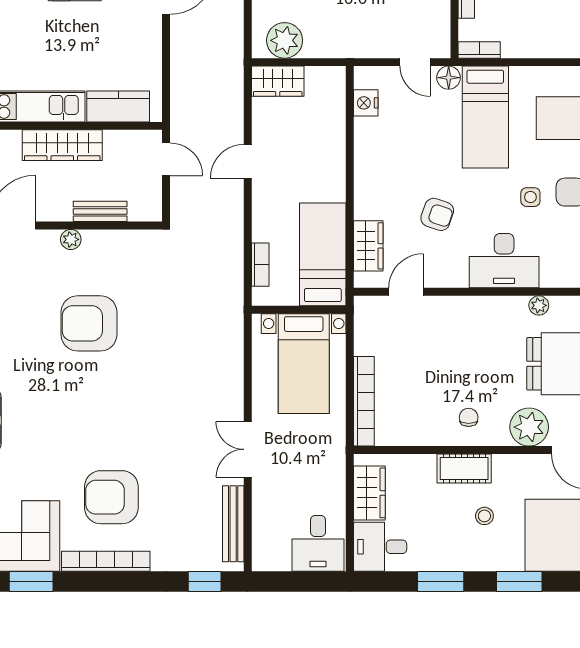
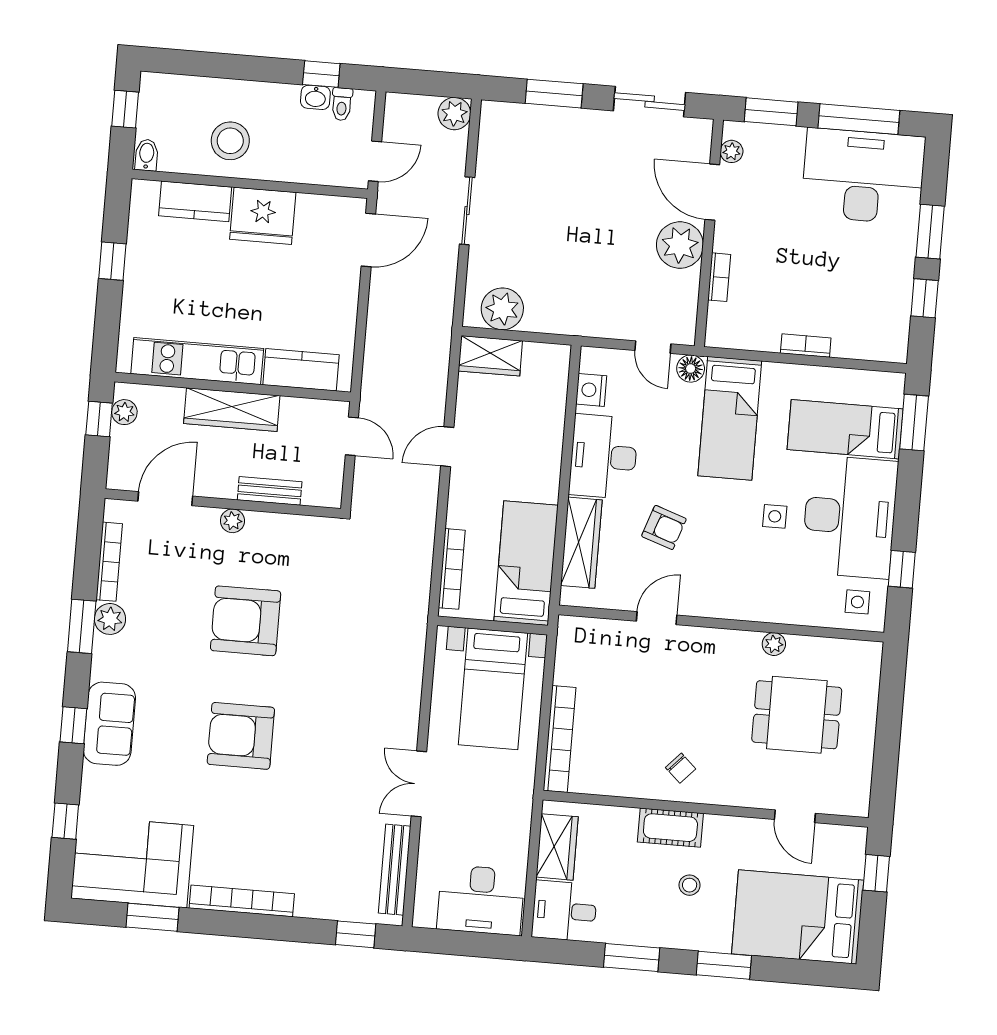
bookcase: (479, 50) -> (806, 346), moved
wardrobe: (368, 246) -> (581, 543), width x1.50
desk: (504, 261) -> (603, 457), moved, turned 90
bookcase: (260, 265) -> (452, 569), width x1.56
door: (406, 292) -> (657, 618), moved
chair: (469, 417) -> (681, 768), turned 133
plant: (529, 427) -> (751, 785), removed
armchair: (111, 497) -> (241, 736), moved
desk: (318, 543) -> (481, 900), width x1.37

